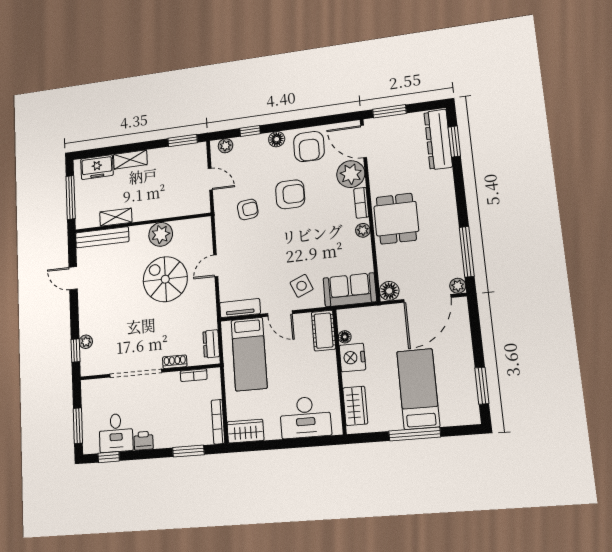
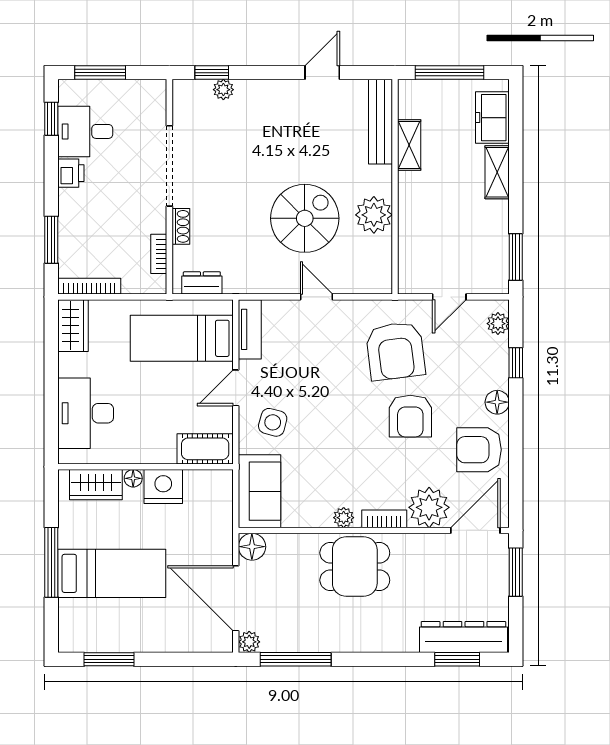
armchair: (248, 209) -> (395, 351), width x1.88, depth x1.88
side table: (302, 286) -> (273, 422), turned 38
floor lamp: (345, 337) -> (133, 478), moved

